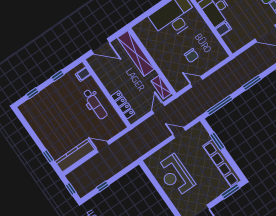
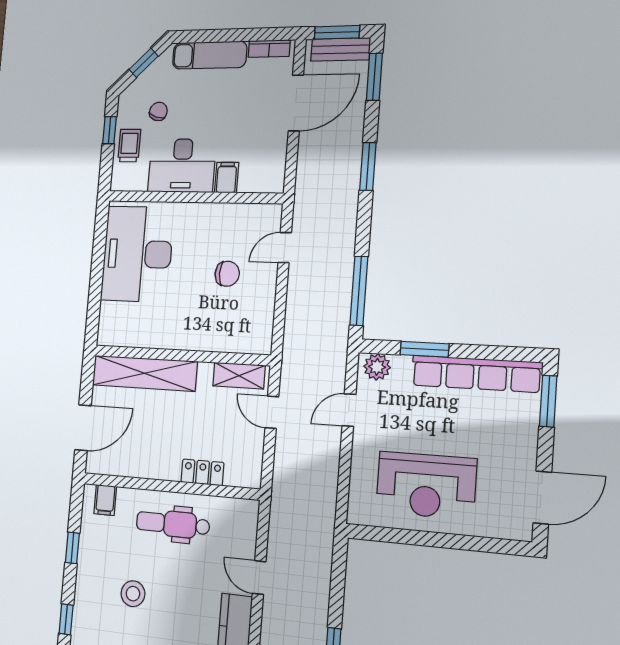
door: (196, 82) -> (285, 248), moved
window: (252, 83) -> (368, 166), moved
dental chair: (95, 104) -> (173, 524), turned 180
locker: (123, 105) -> (202, 472), width x0.66
stool: (61, 109) -> (133, 594), added
plant: (200, 131) -> (377, 367), added
door: (103, 147) -> (259, 578), hinge flipped

